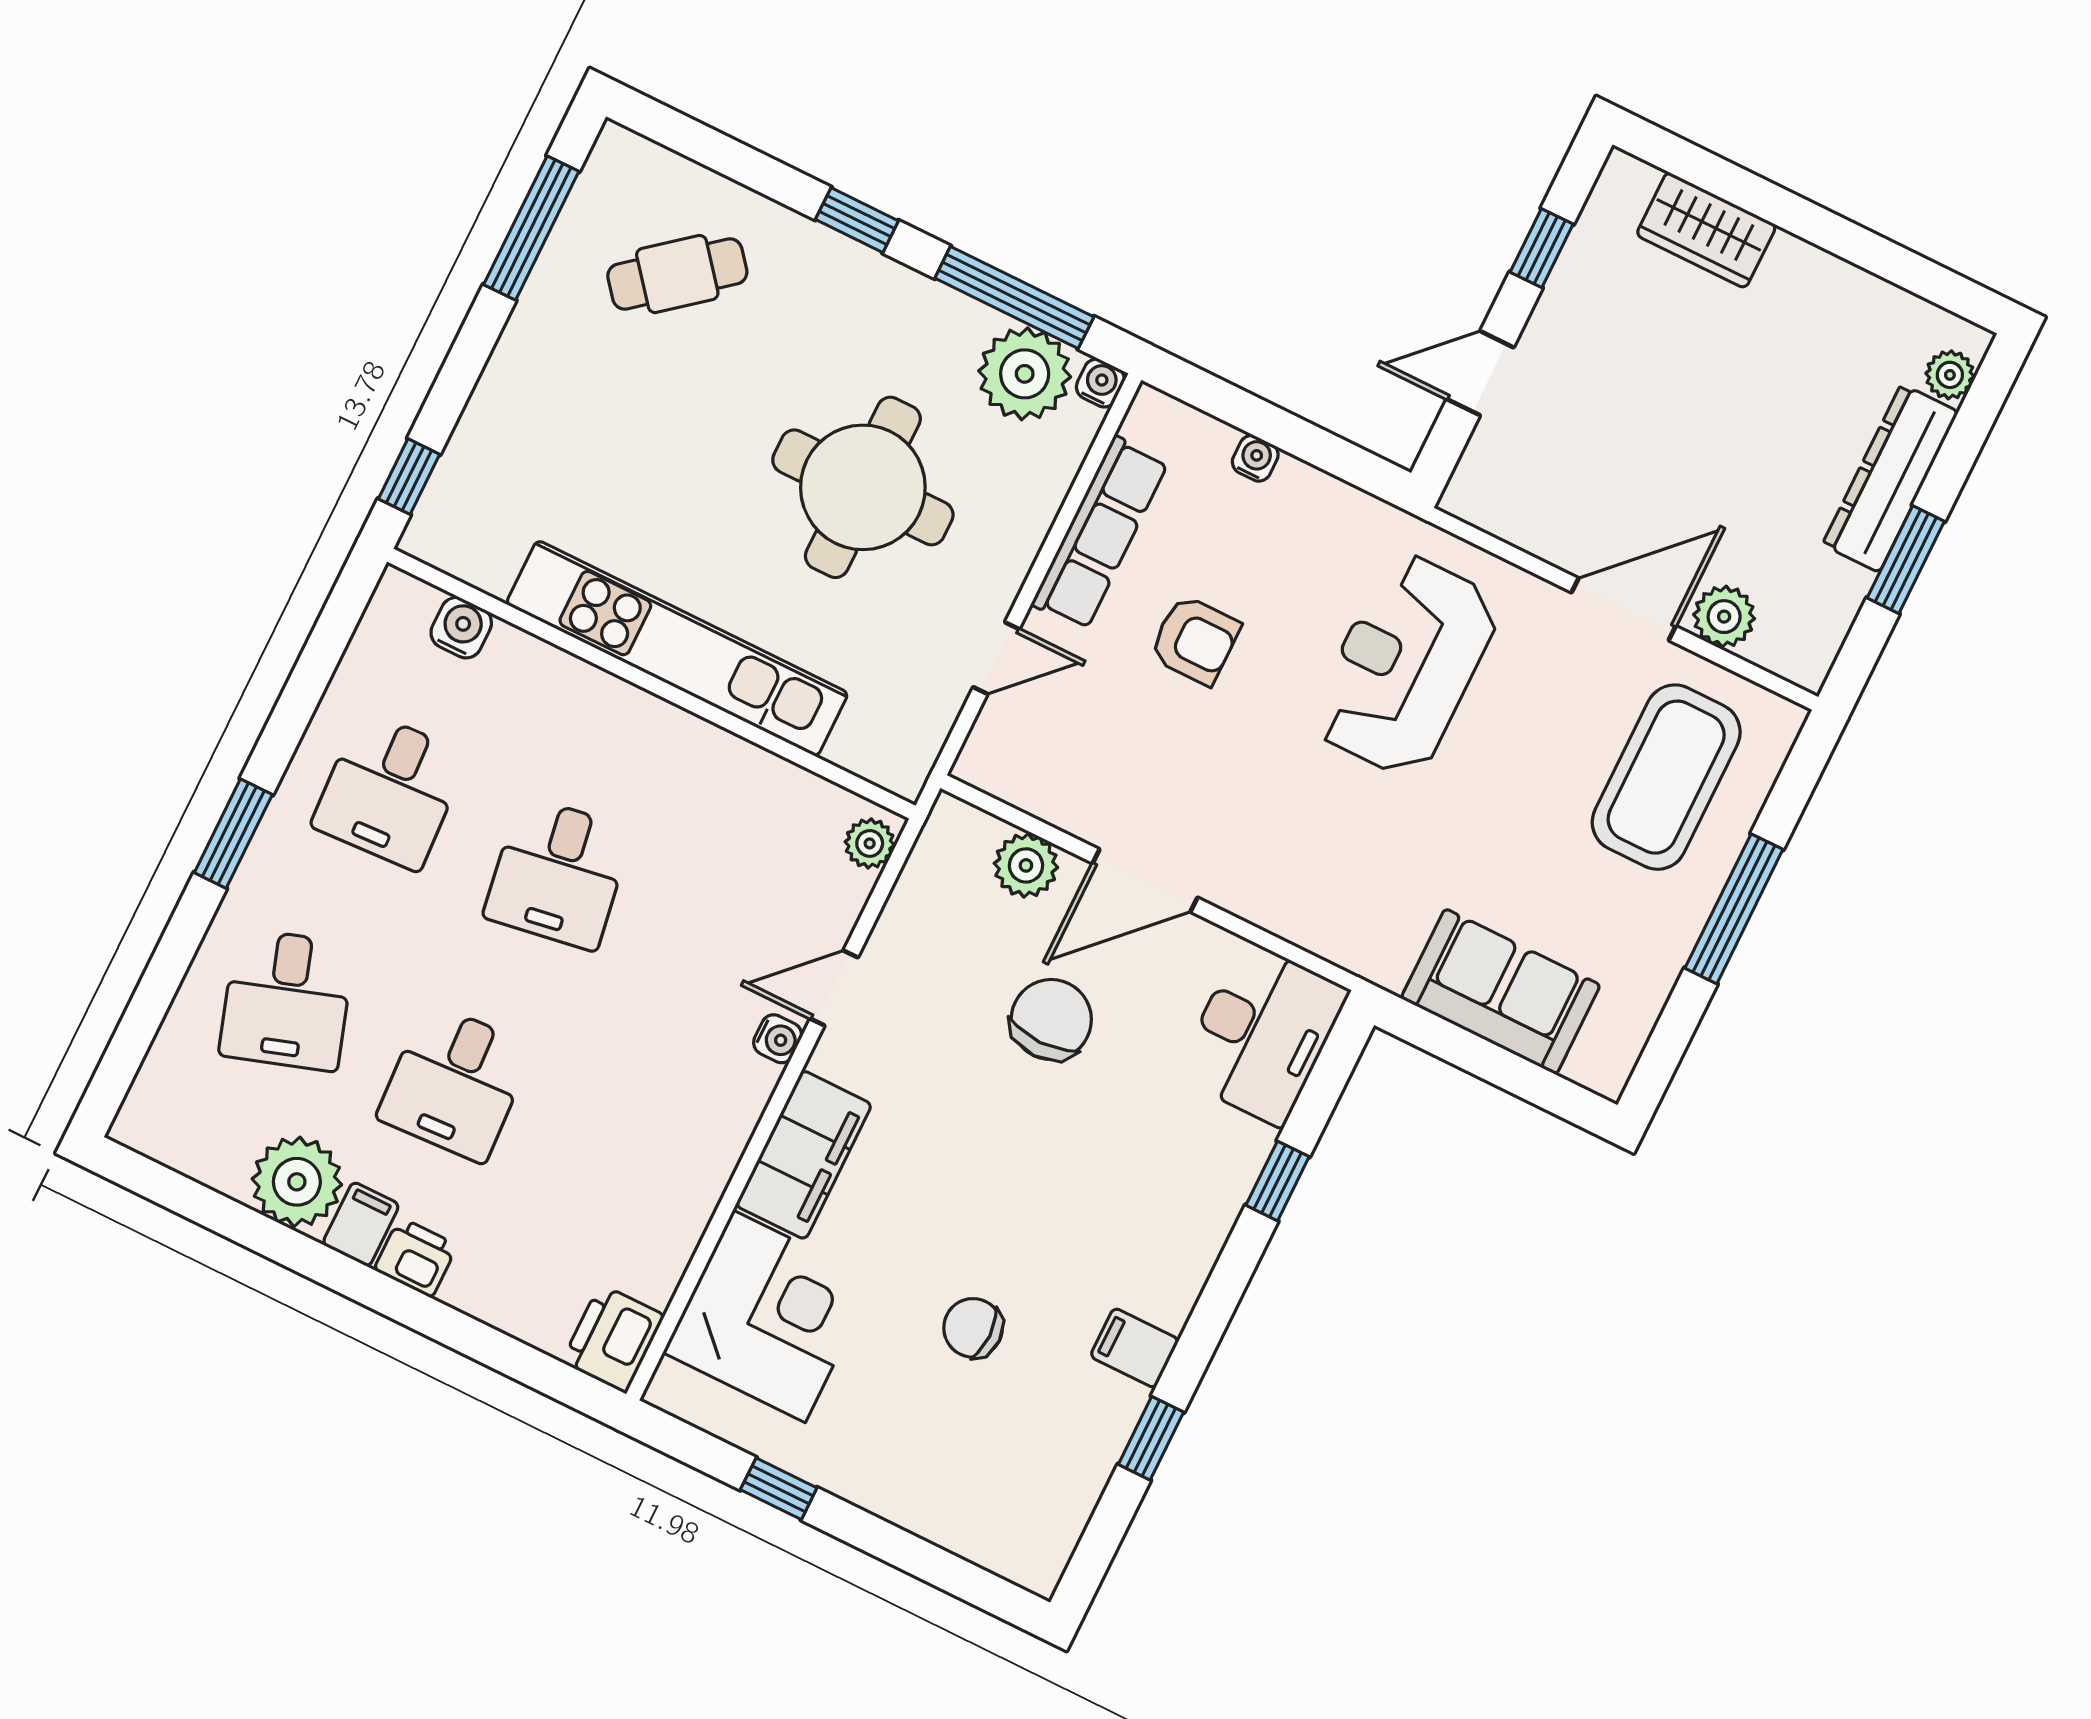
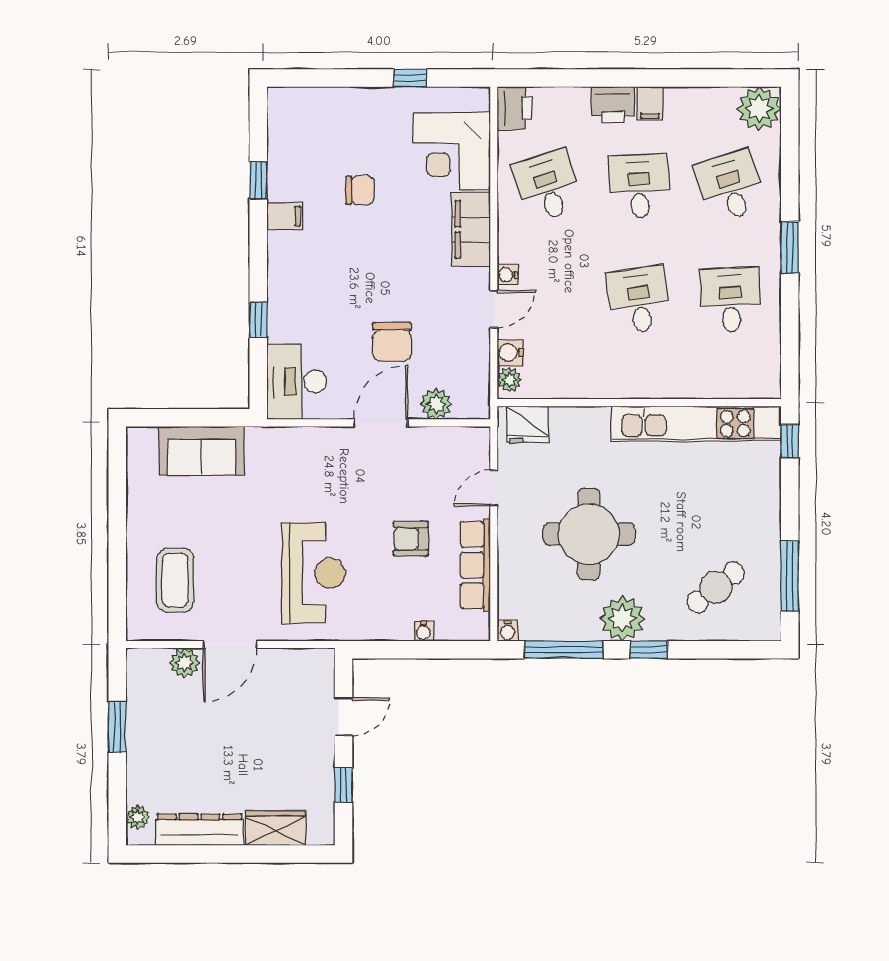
plant: (1025, 374) -> (622, 619), moved
dresser: (1890, 478) -> (199, 830), moved, turned -90
water cooler: (461, 628) -> (510, 352), moved, turned 90
kitchen unit: (677, 648) -> (696, 424), moved
fridge: (877, 745) -> (527, 424), added
coffee table: (1666, 777) -> (175, 580), width x0.73, depth x0.76
window: (1734, 909) -> (117, 537), removed
desk: (623, 1165) -> (548, 186), added
plant: (297, 1182) -> (759, 109), moved
printer: (416, 1257) -> (613, 105), width x1.36, depth x1.24

